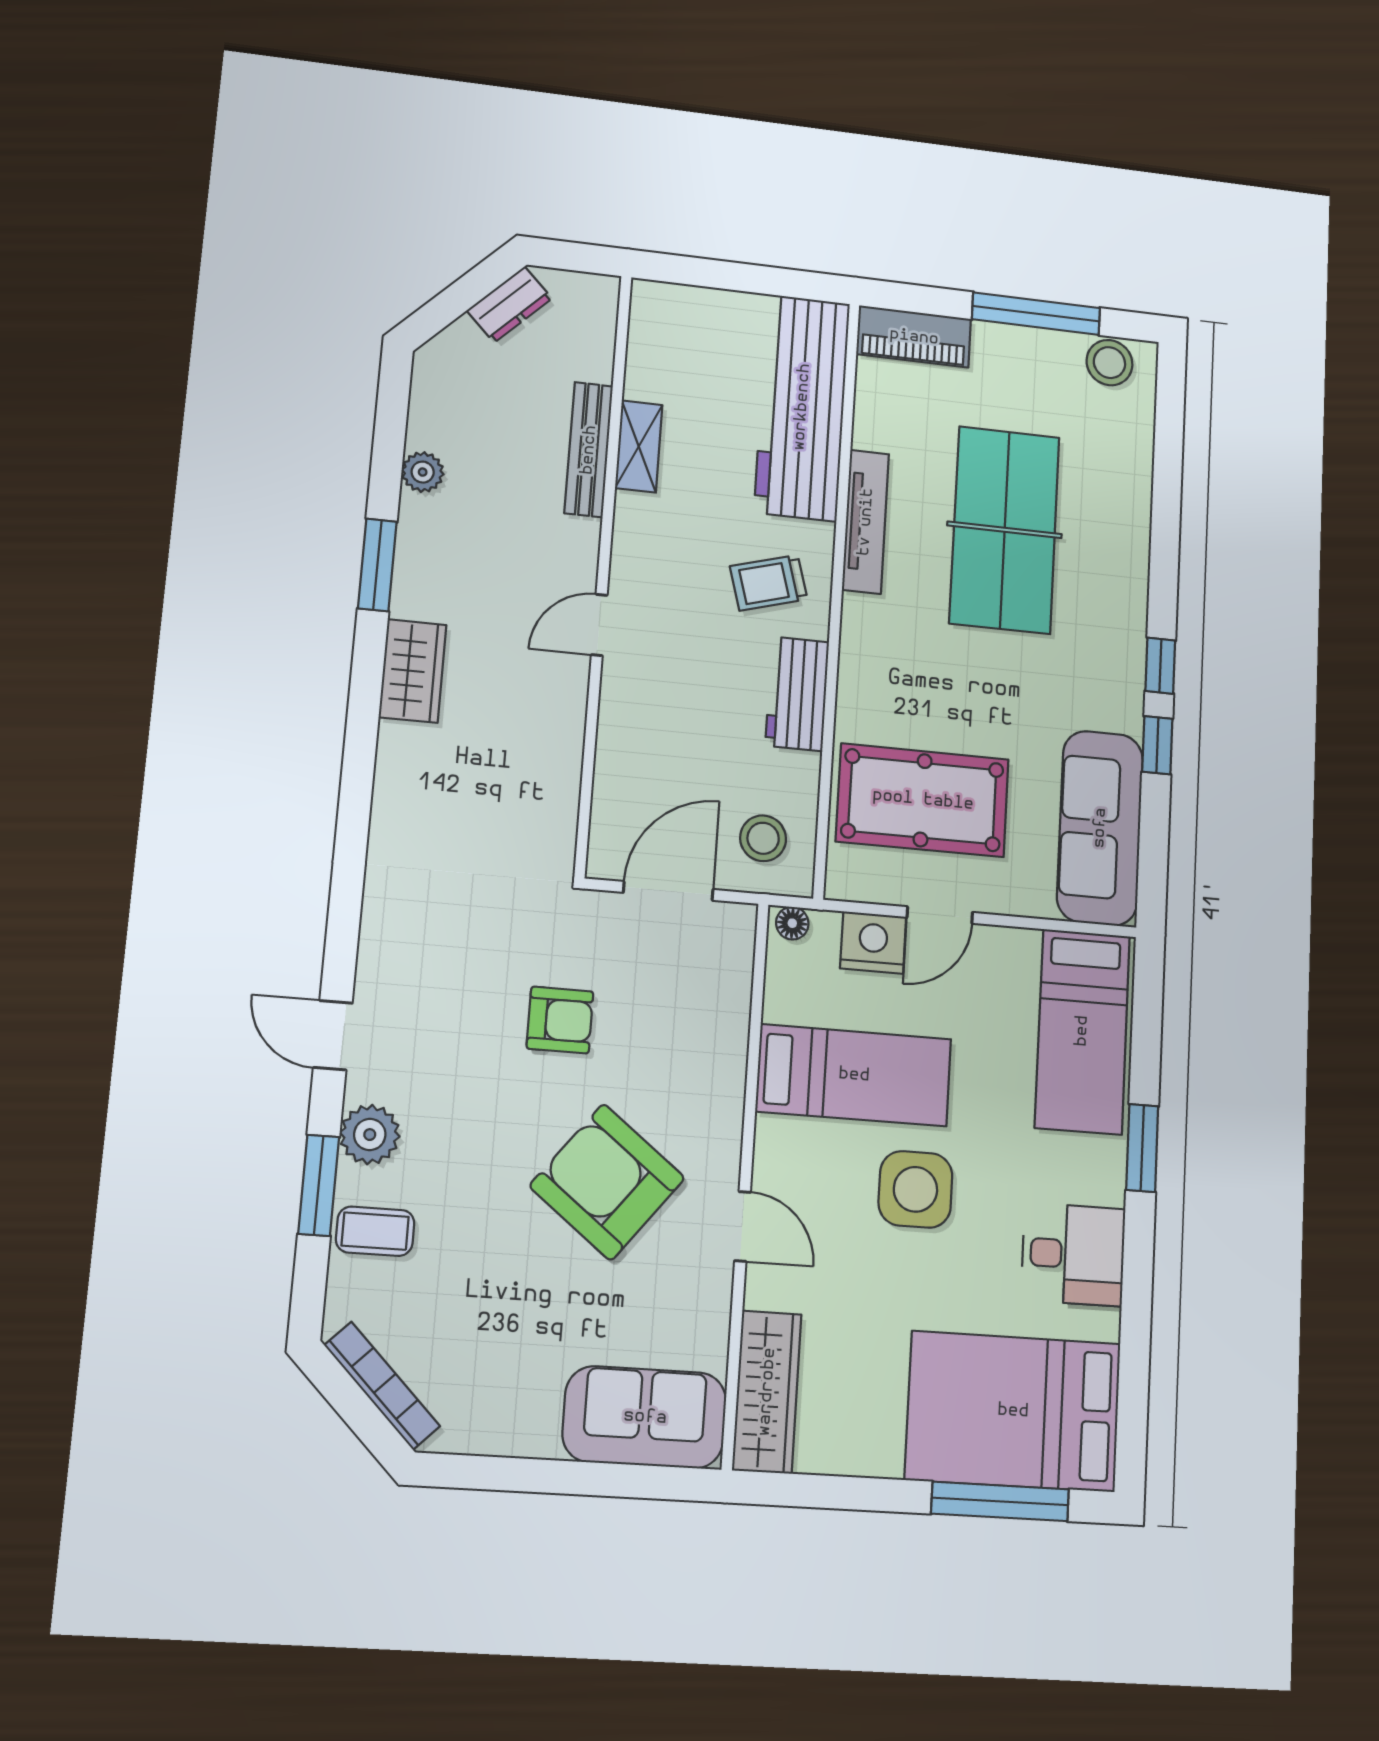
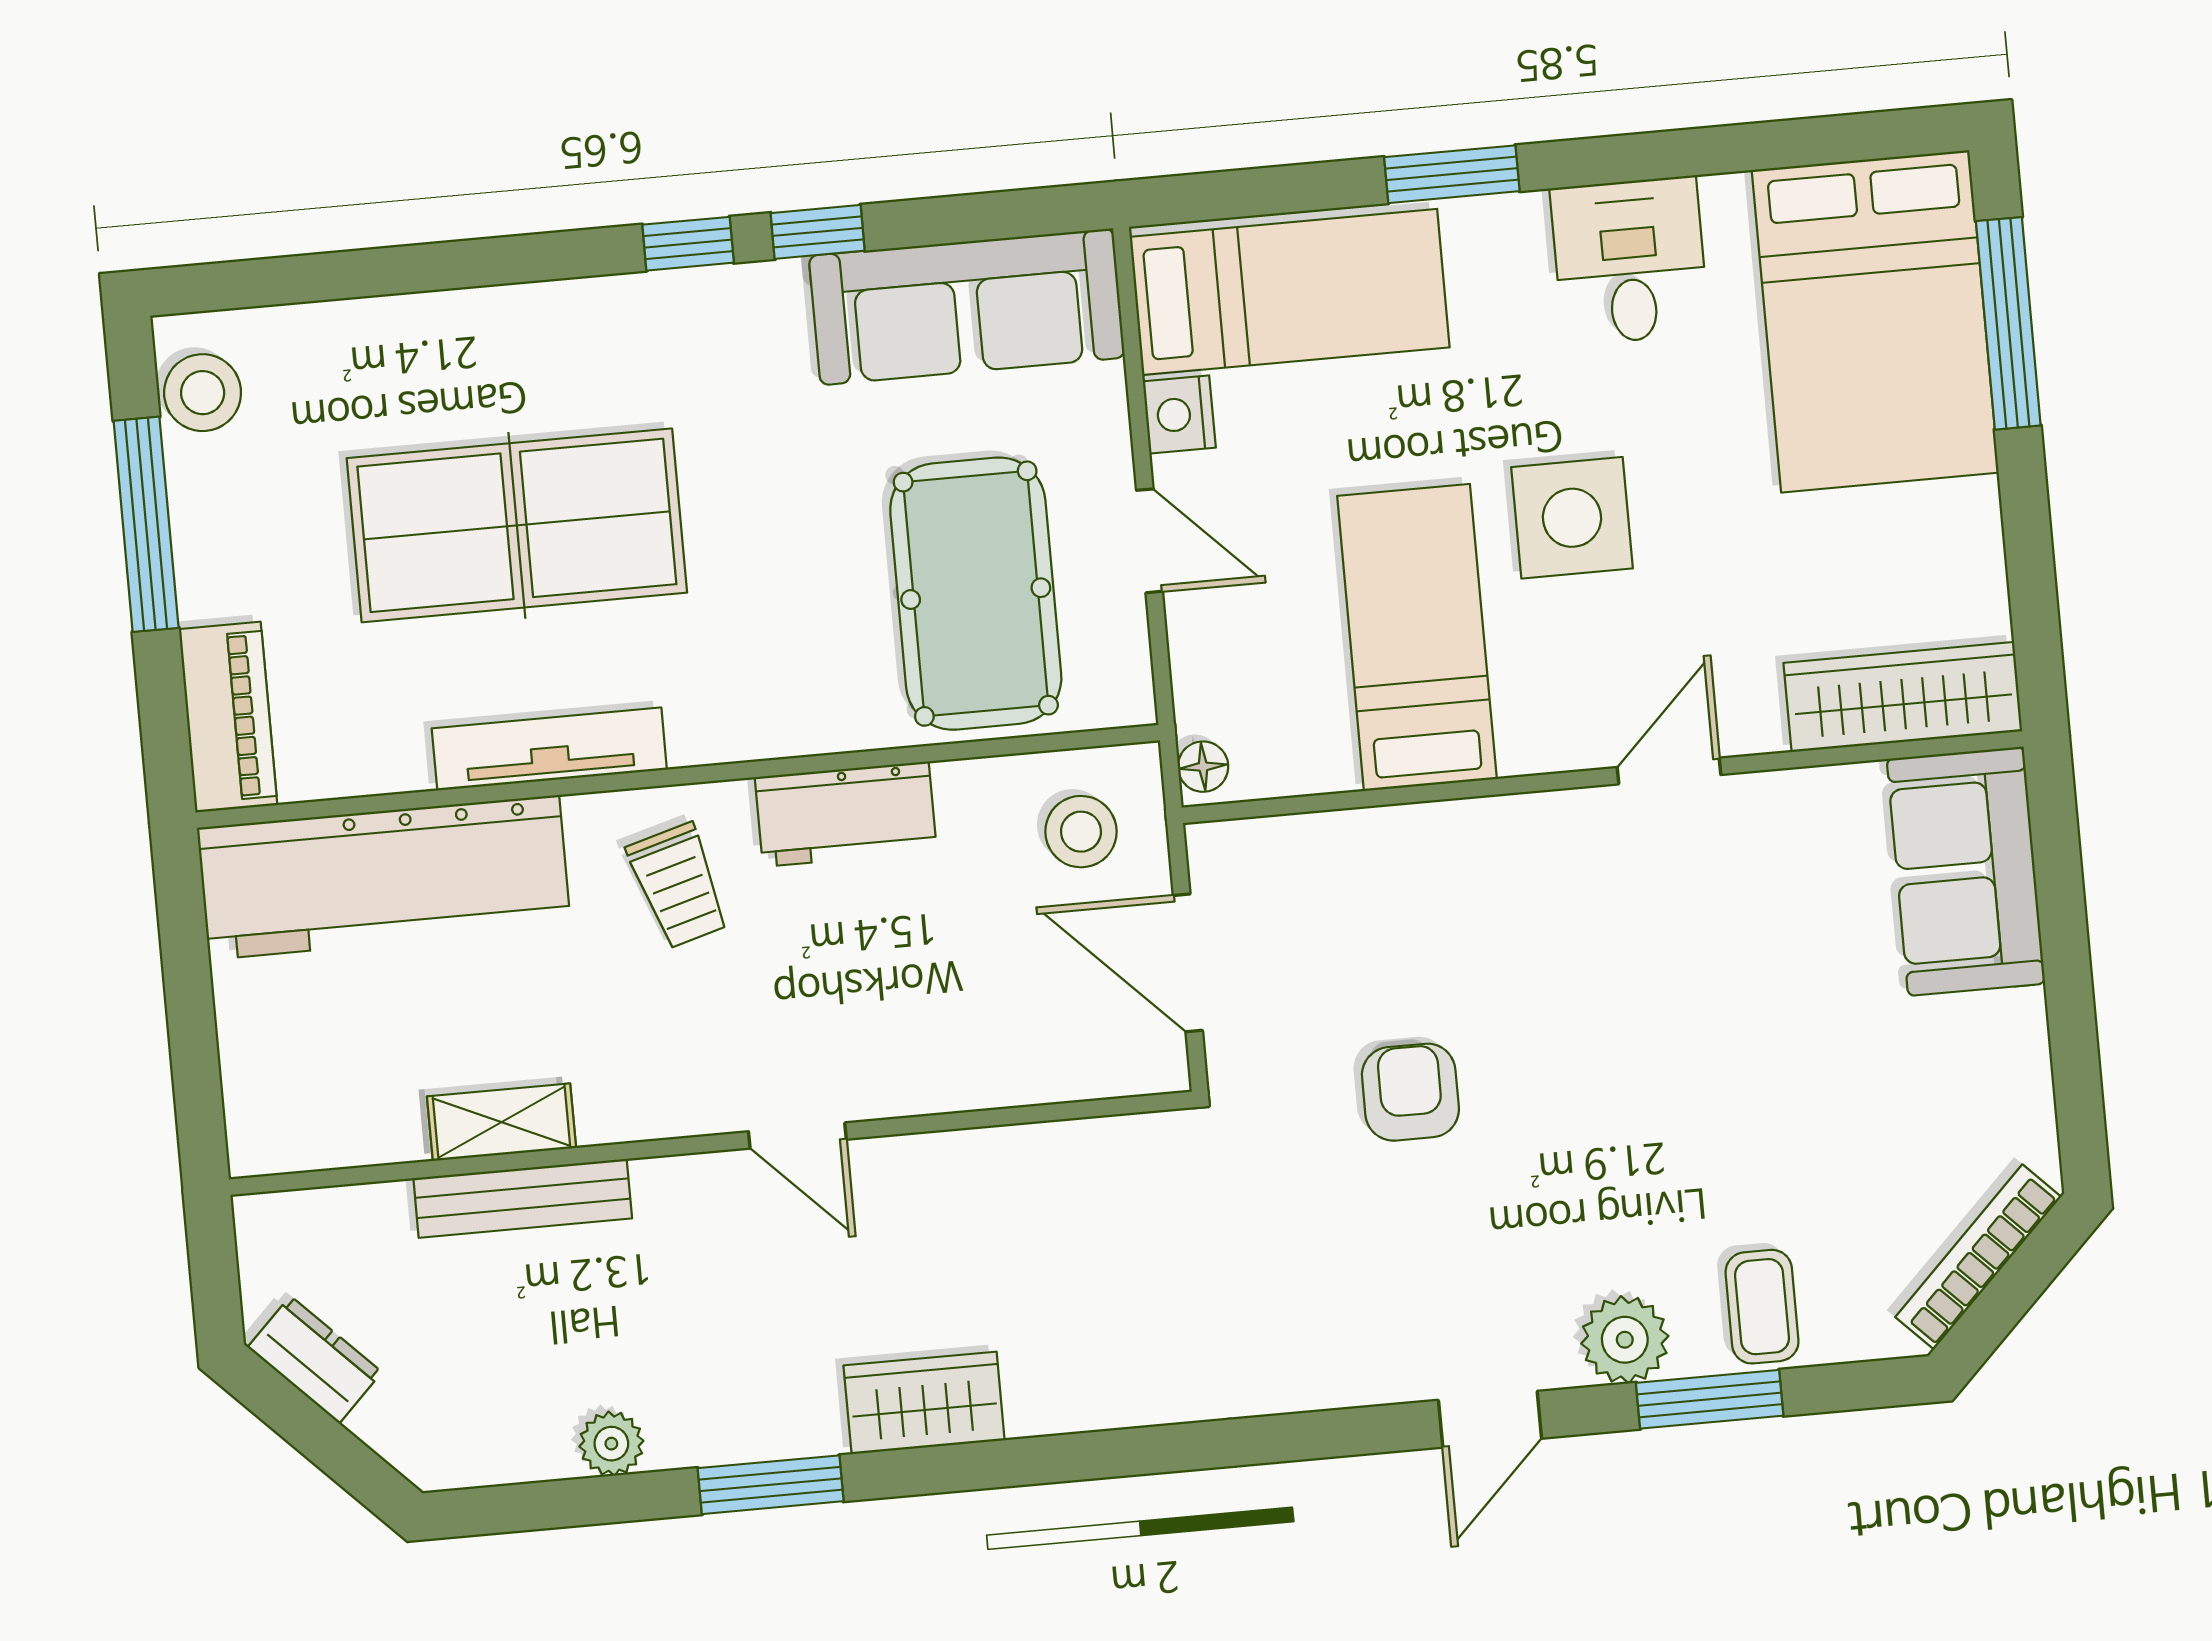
nightstand: (873, 943) -> (1179, 414), moved, width x0.74, depth x0.75
armchair: (607, 1182) -> (1637, 982), removed

